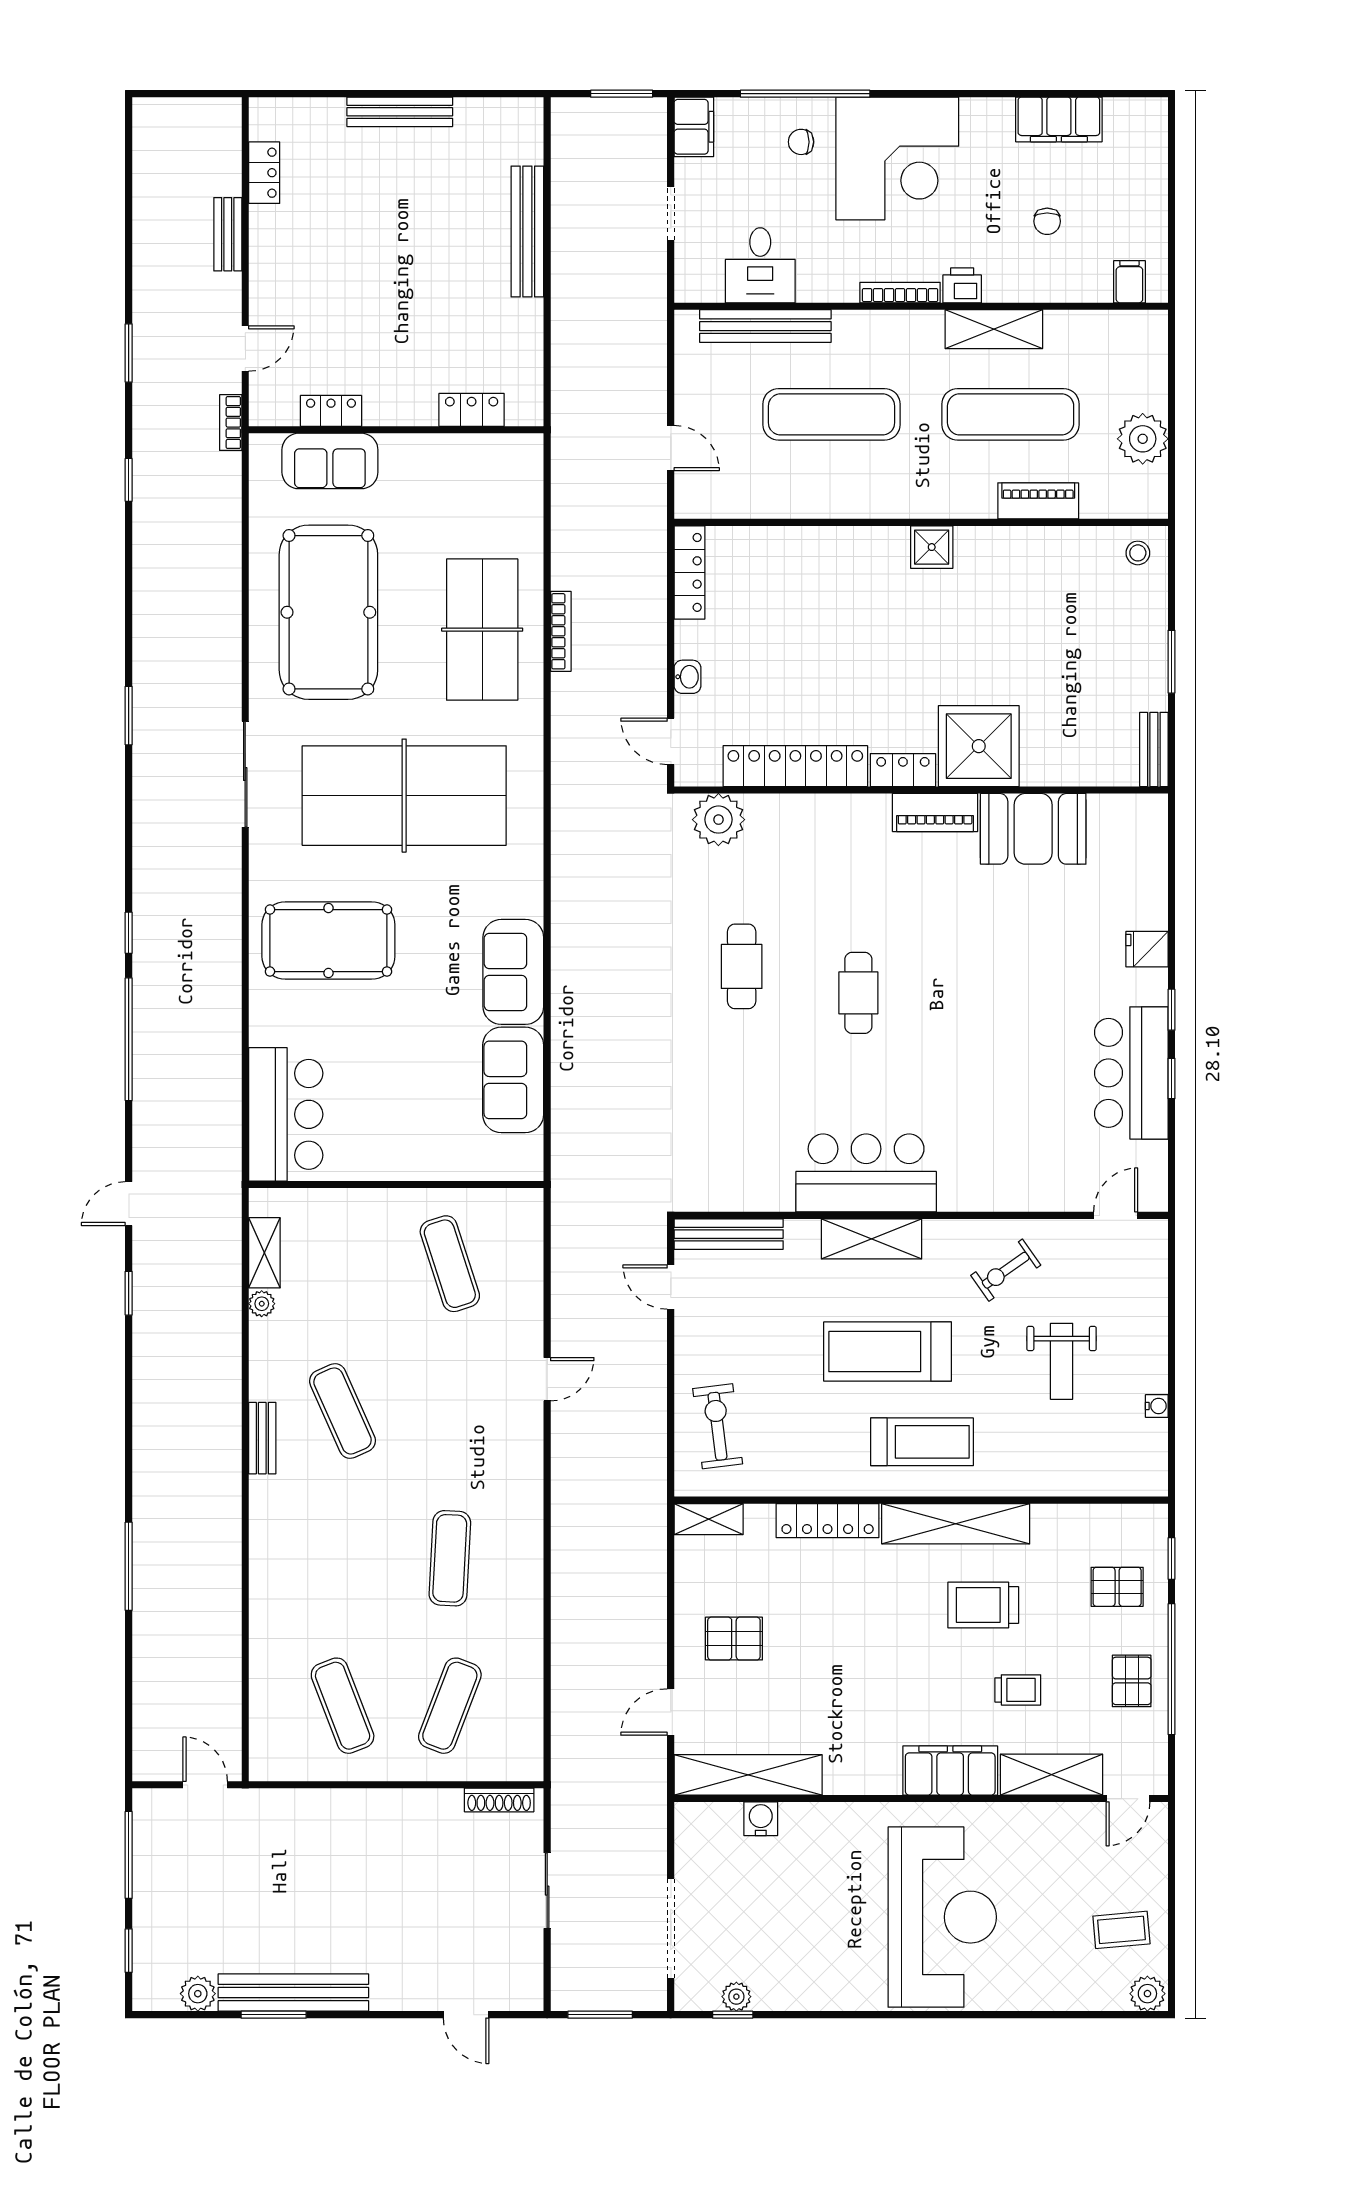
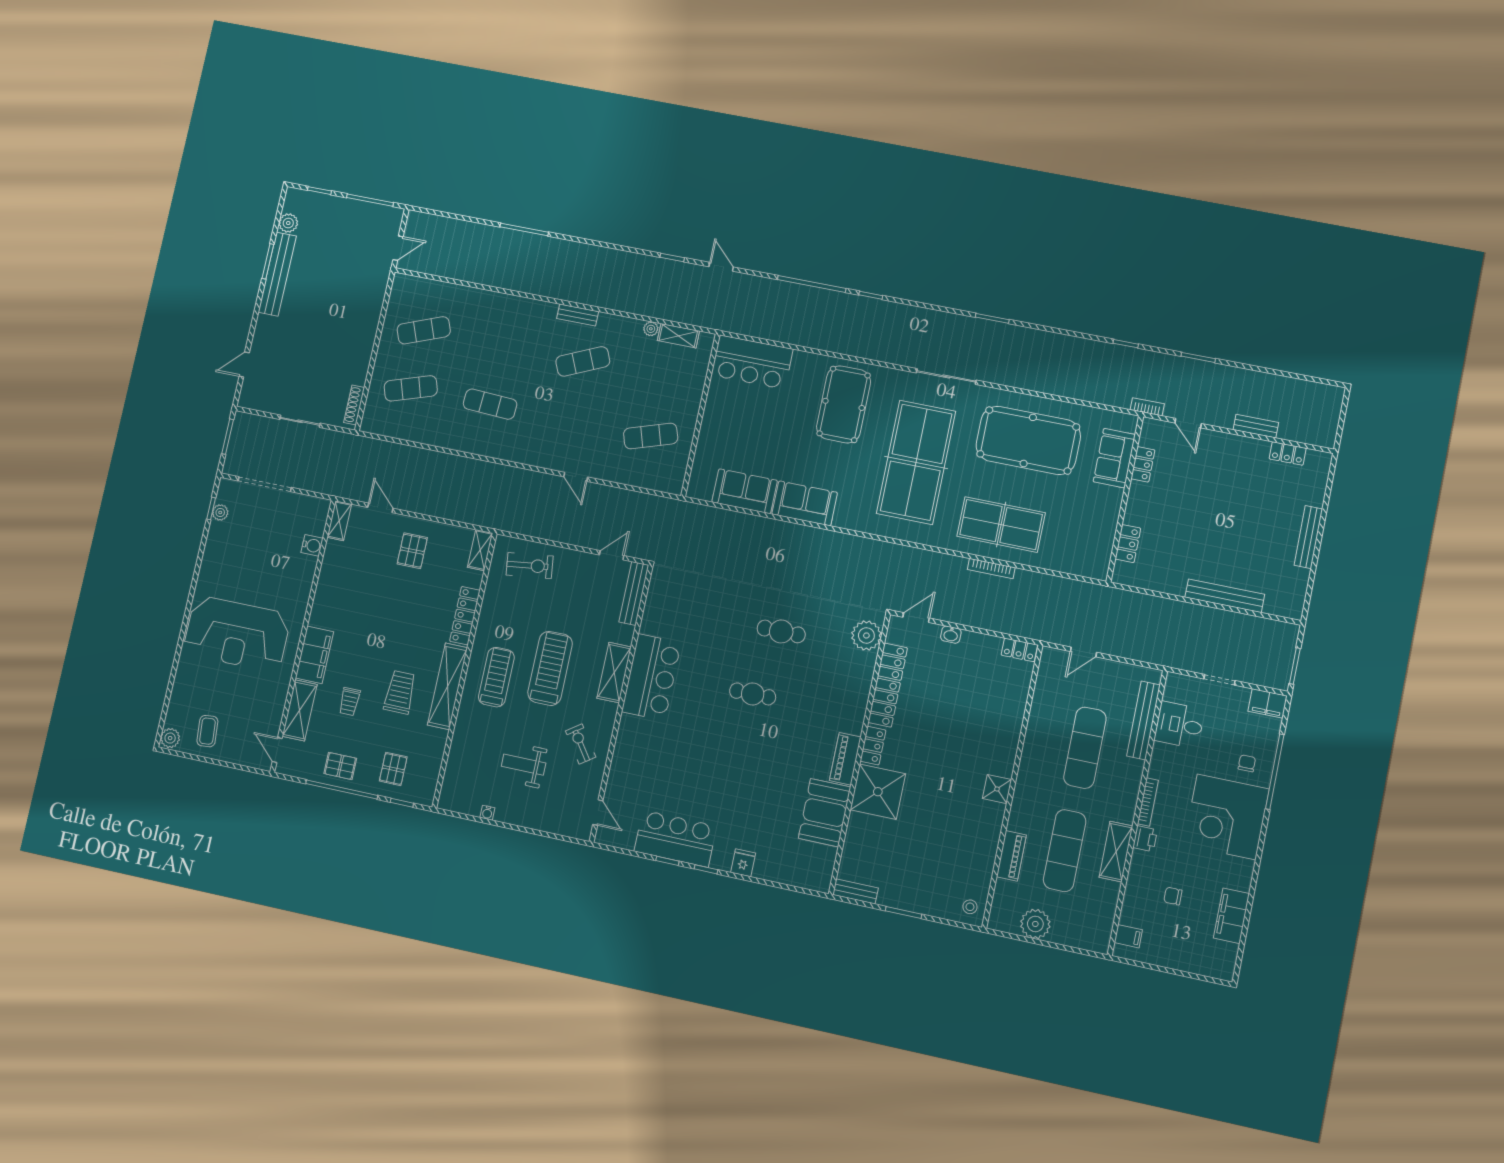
locker: (689, 572) -> (1019, 650), width x0.66
treadmill: (922, 1442) -> (496, 677), turned 180
exercise mat: (450, 1706) -> (411, 388), turned -39
shelving: (748, 1775) -> (339, 521), width x0.45, depth x0.75

